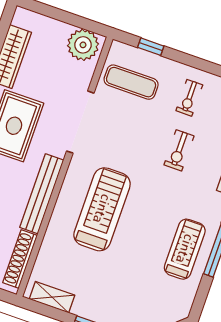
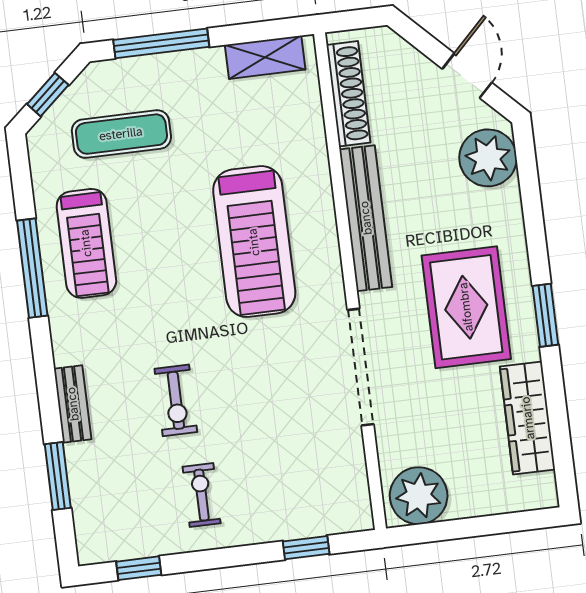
exercise mat: (131, 82) -> (121, 134), moved
exercise bike: (179, 150) -> (176, 400), turned 180

